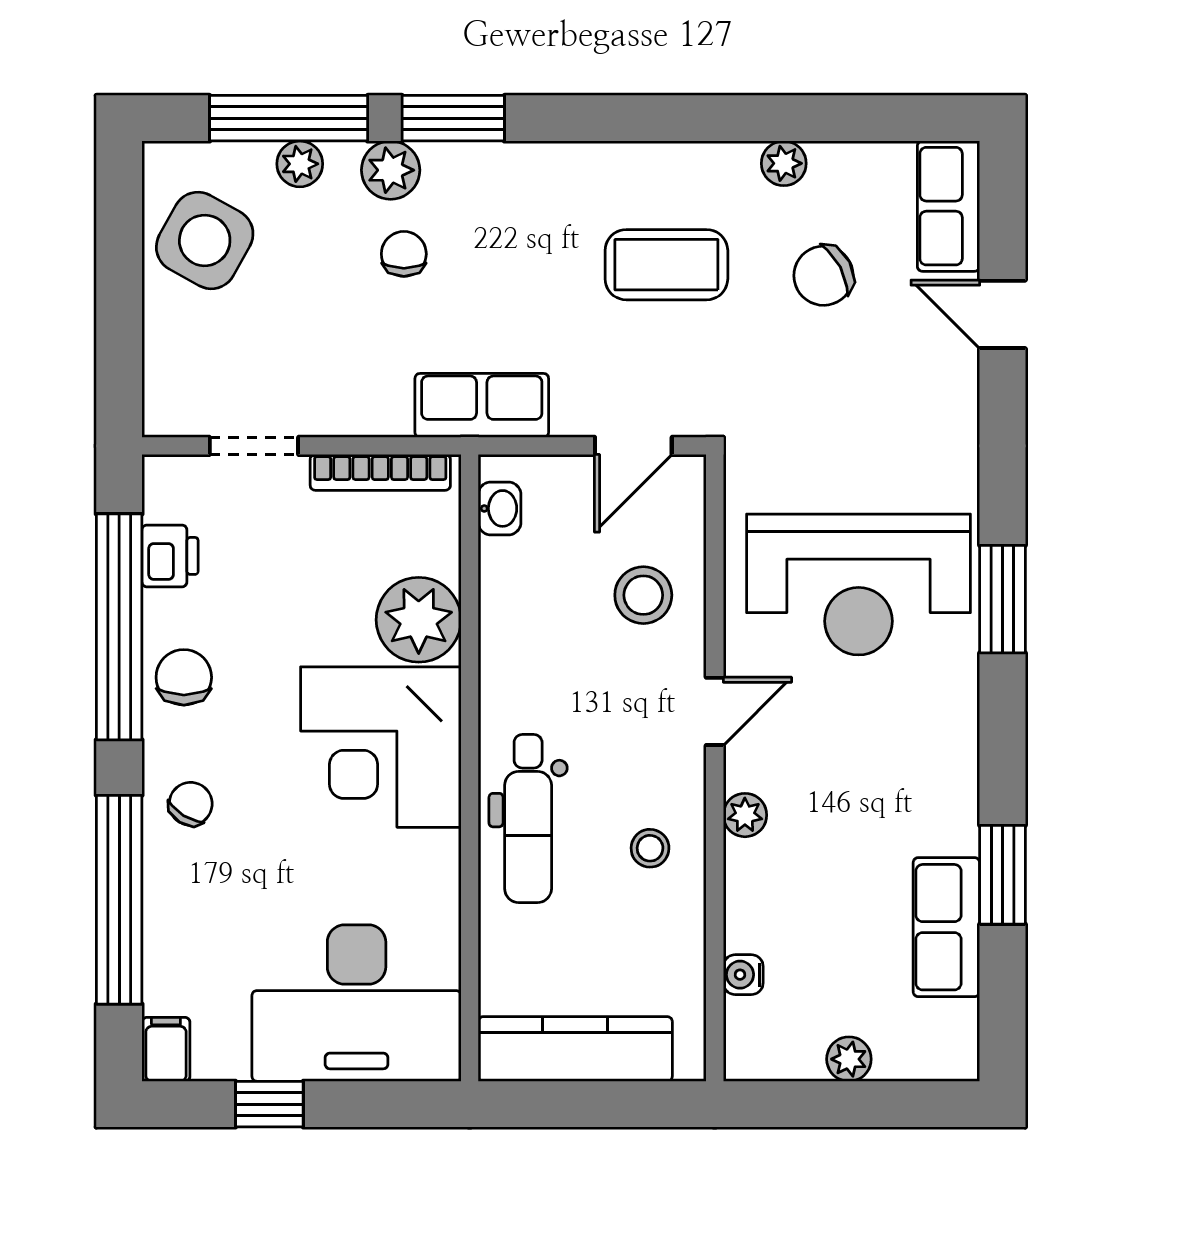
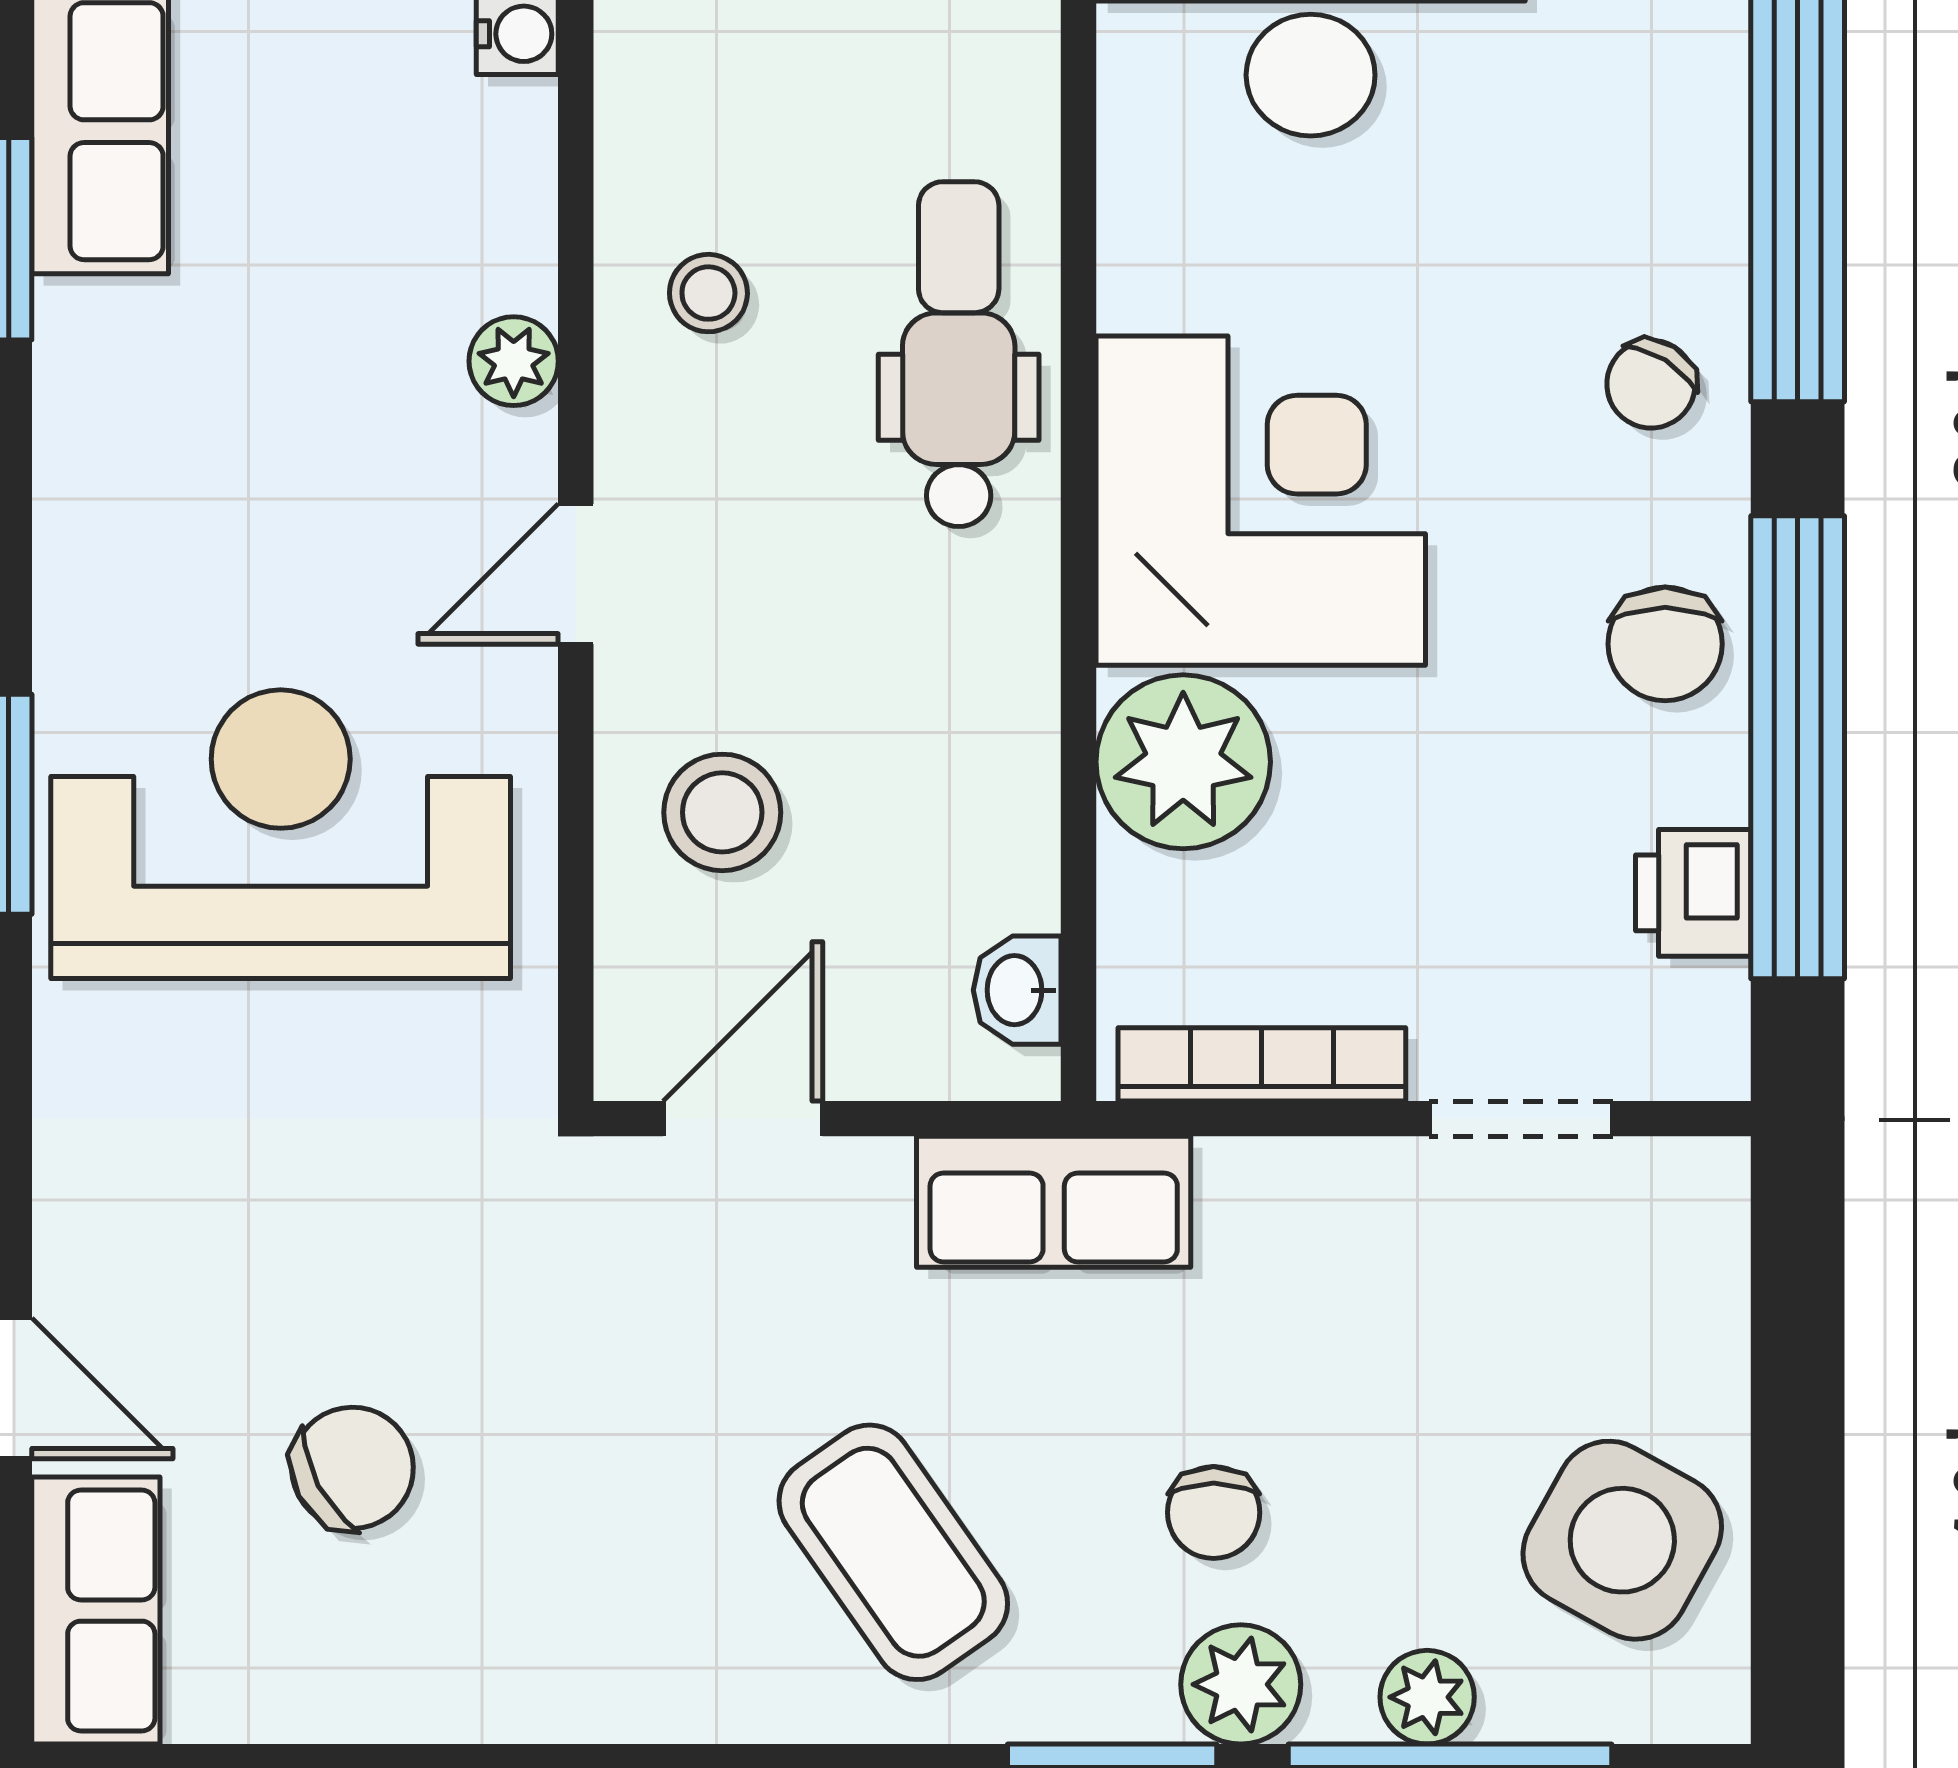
plant: (784, 163) -> (434, 1698), removed
coffee table: (666, 265) -> (893, 1552), moved, turned 55

